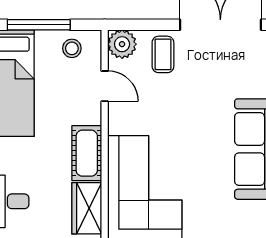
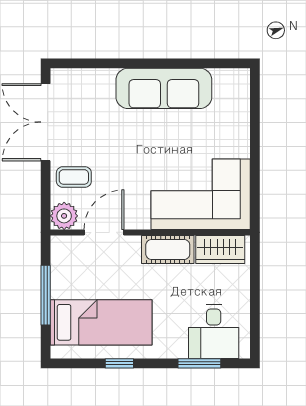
stool: (72, 48) -> (68, 264), removed
door: (105, 86) -> (104, 232), width x1.38

